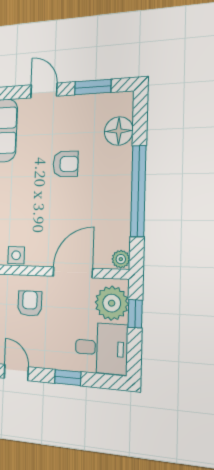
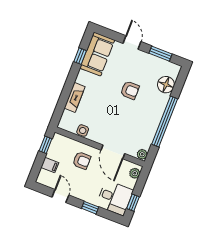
door: (73, 272) -> (113, 152), swing flipped
plant: (112, 303) -> (135, 173), width x0.53, depth x0.53
armchair: (30, 304) -> (82, 160), turned 90
window: (135, 314) -> (133, 203), moved

